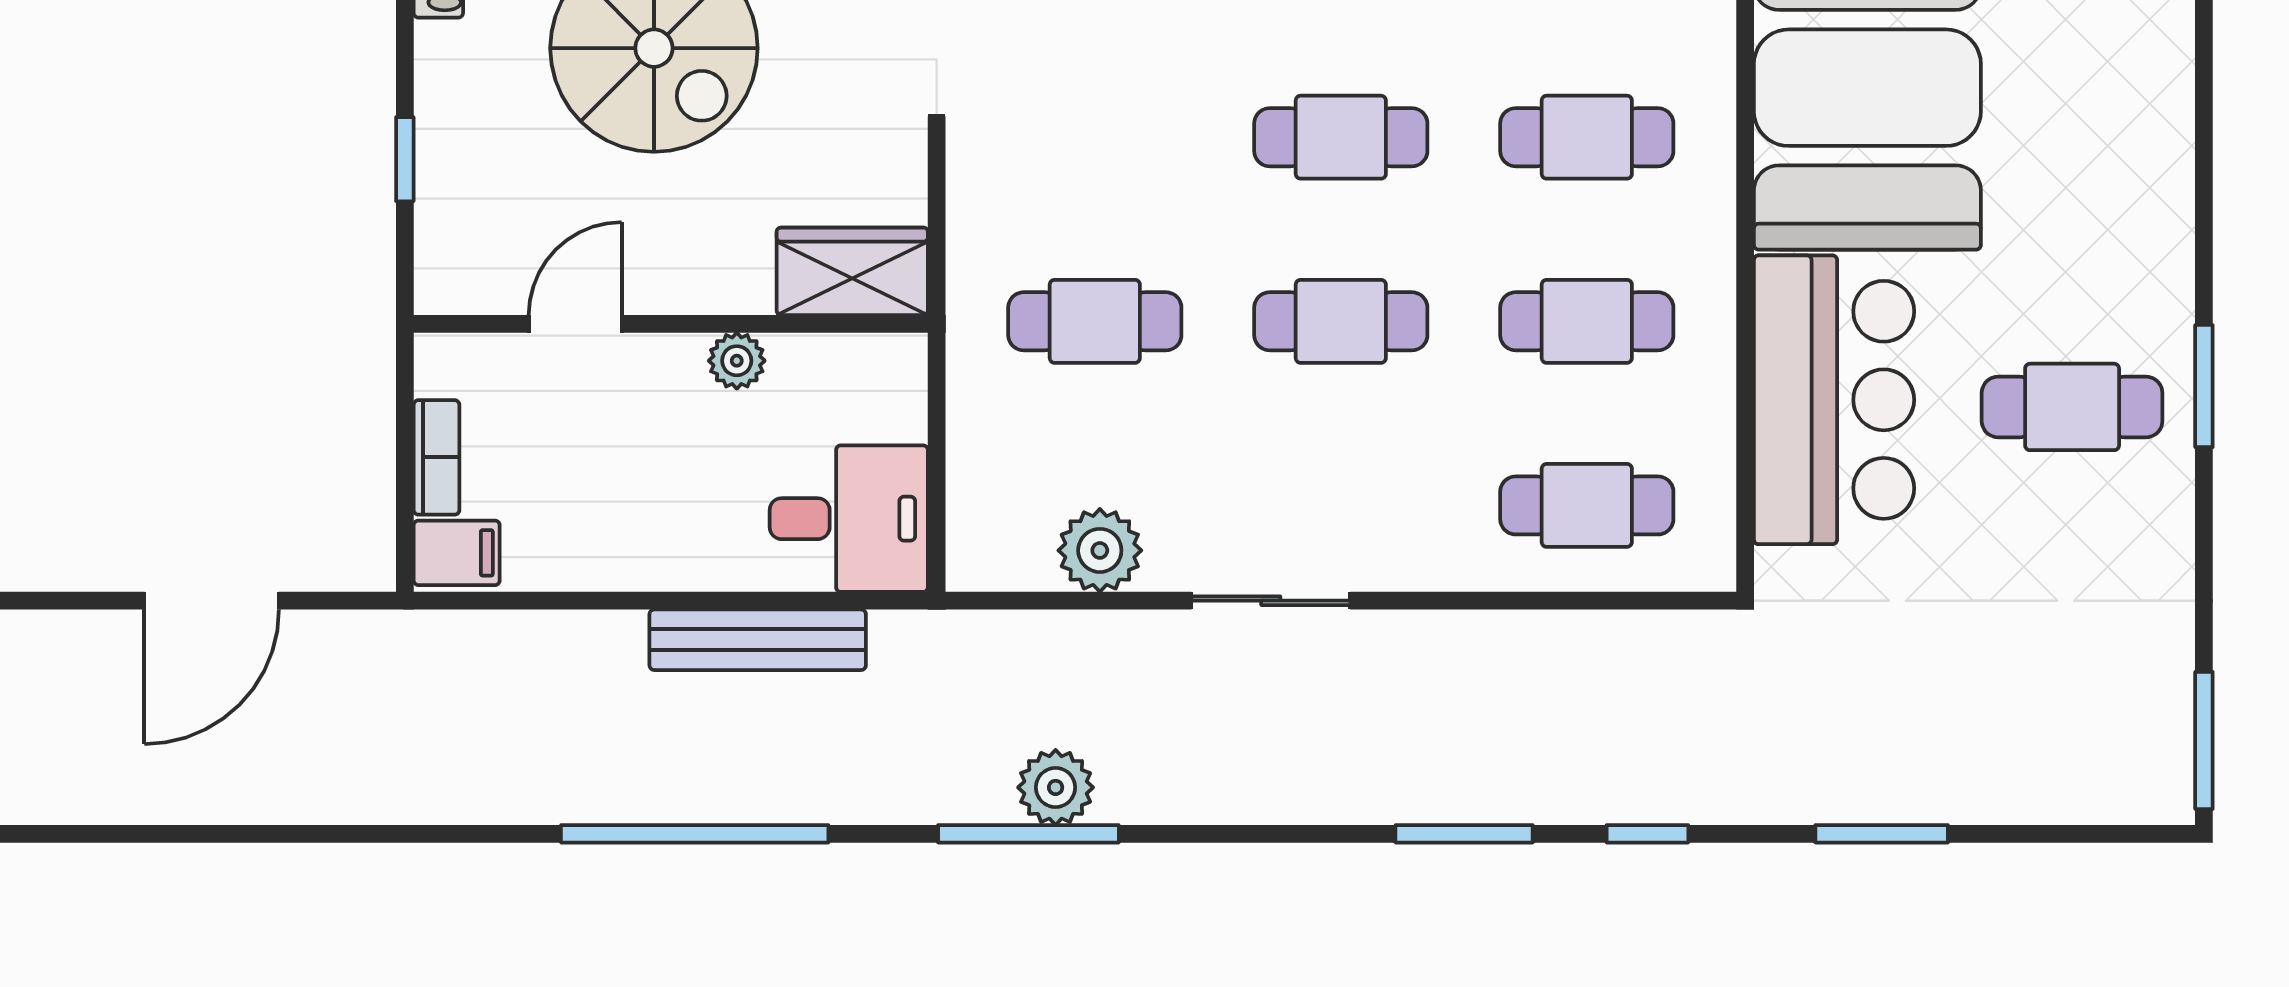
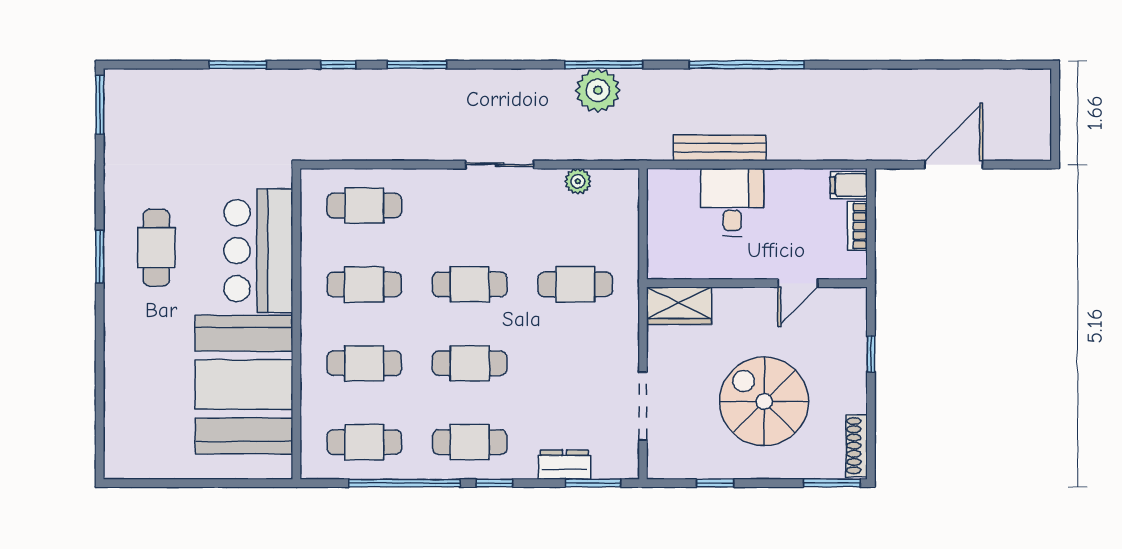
plant: (737, 361) -> (729, 267), removed
cafe table: (2072, 407) -> (156, 248), turned 90
desk: (849, 519) -> (732, 202), moved, turned 90
plant: (1100, 550) -> (578, 181), width x0.73, depth x0.73
plant: (1056, 787) -> (598, 90), width x1.36, depth x1.36

